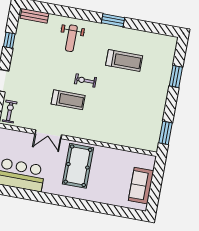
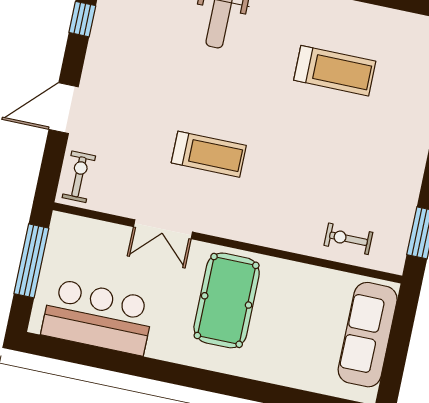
exercise bike: (85, 81) -> (348, 239), moved
sofa: (141, 186) -> (368, 335), width x1.36

